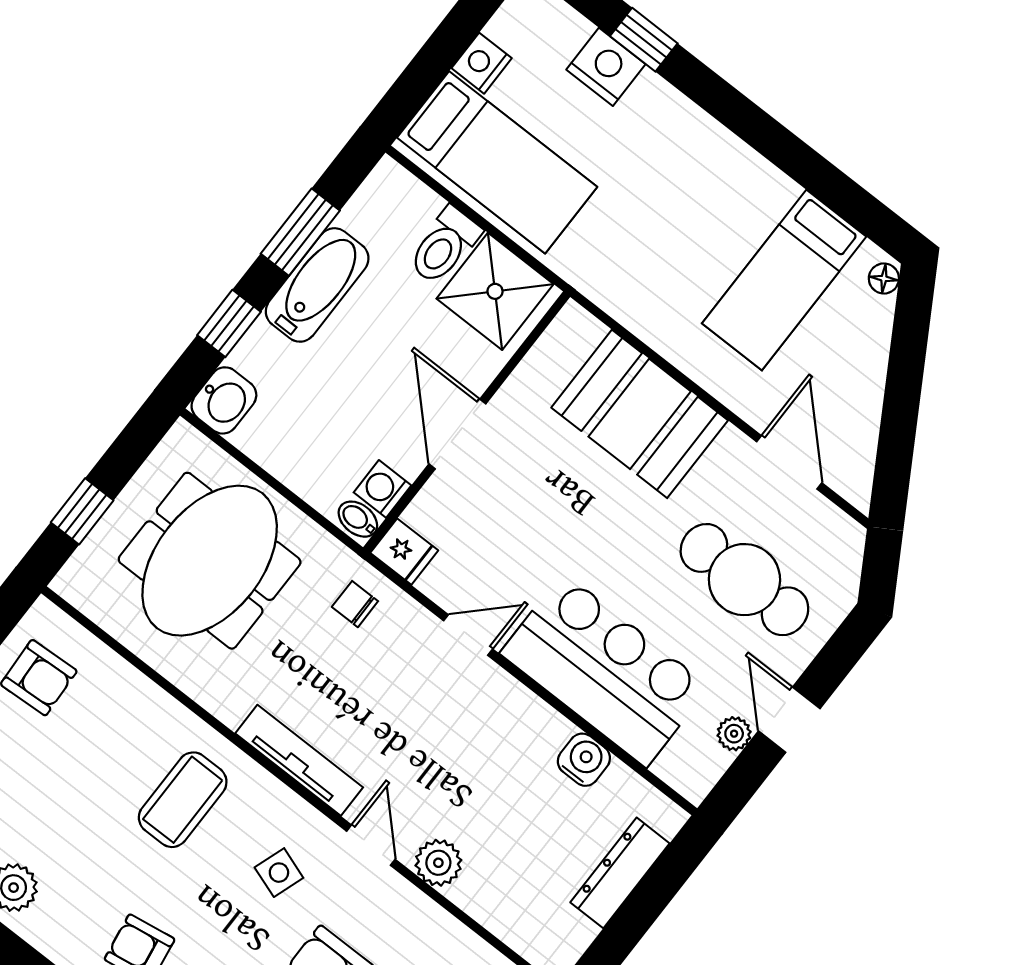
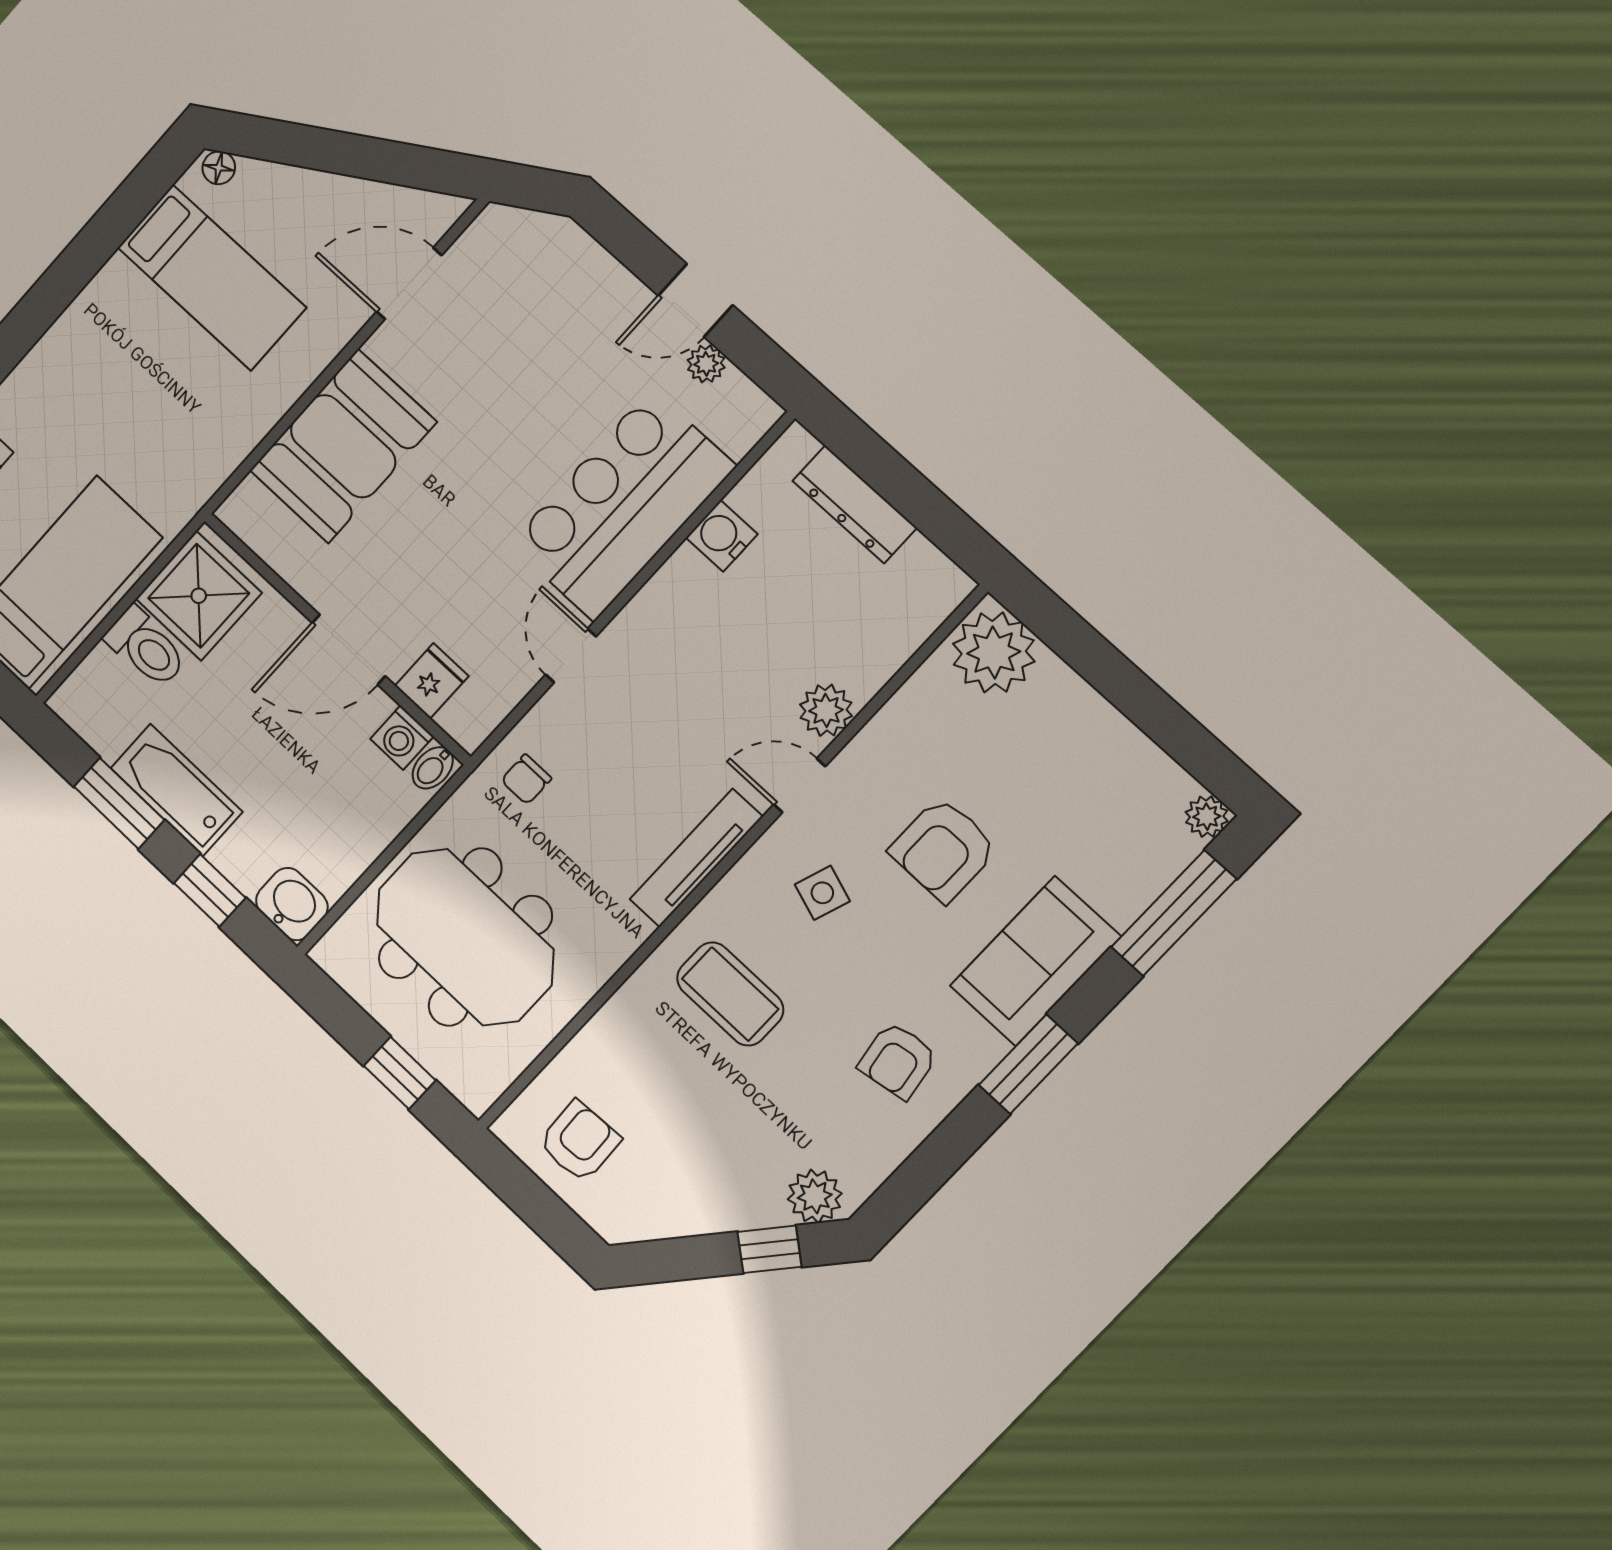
fridge: (404, 552) -> (432, 681), moved
cafe table: (744, 580) -> (534, 341), removed

